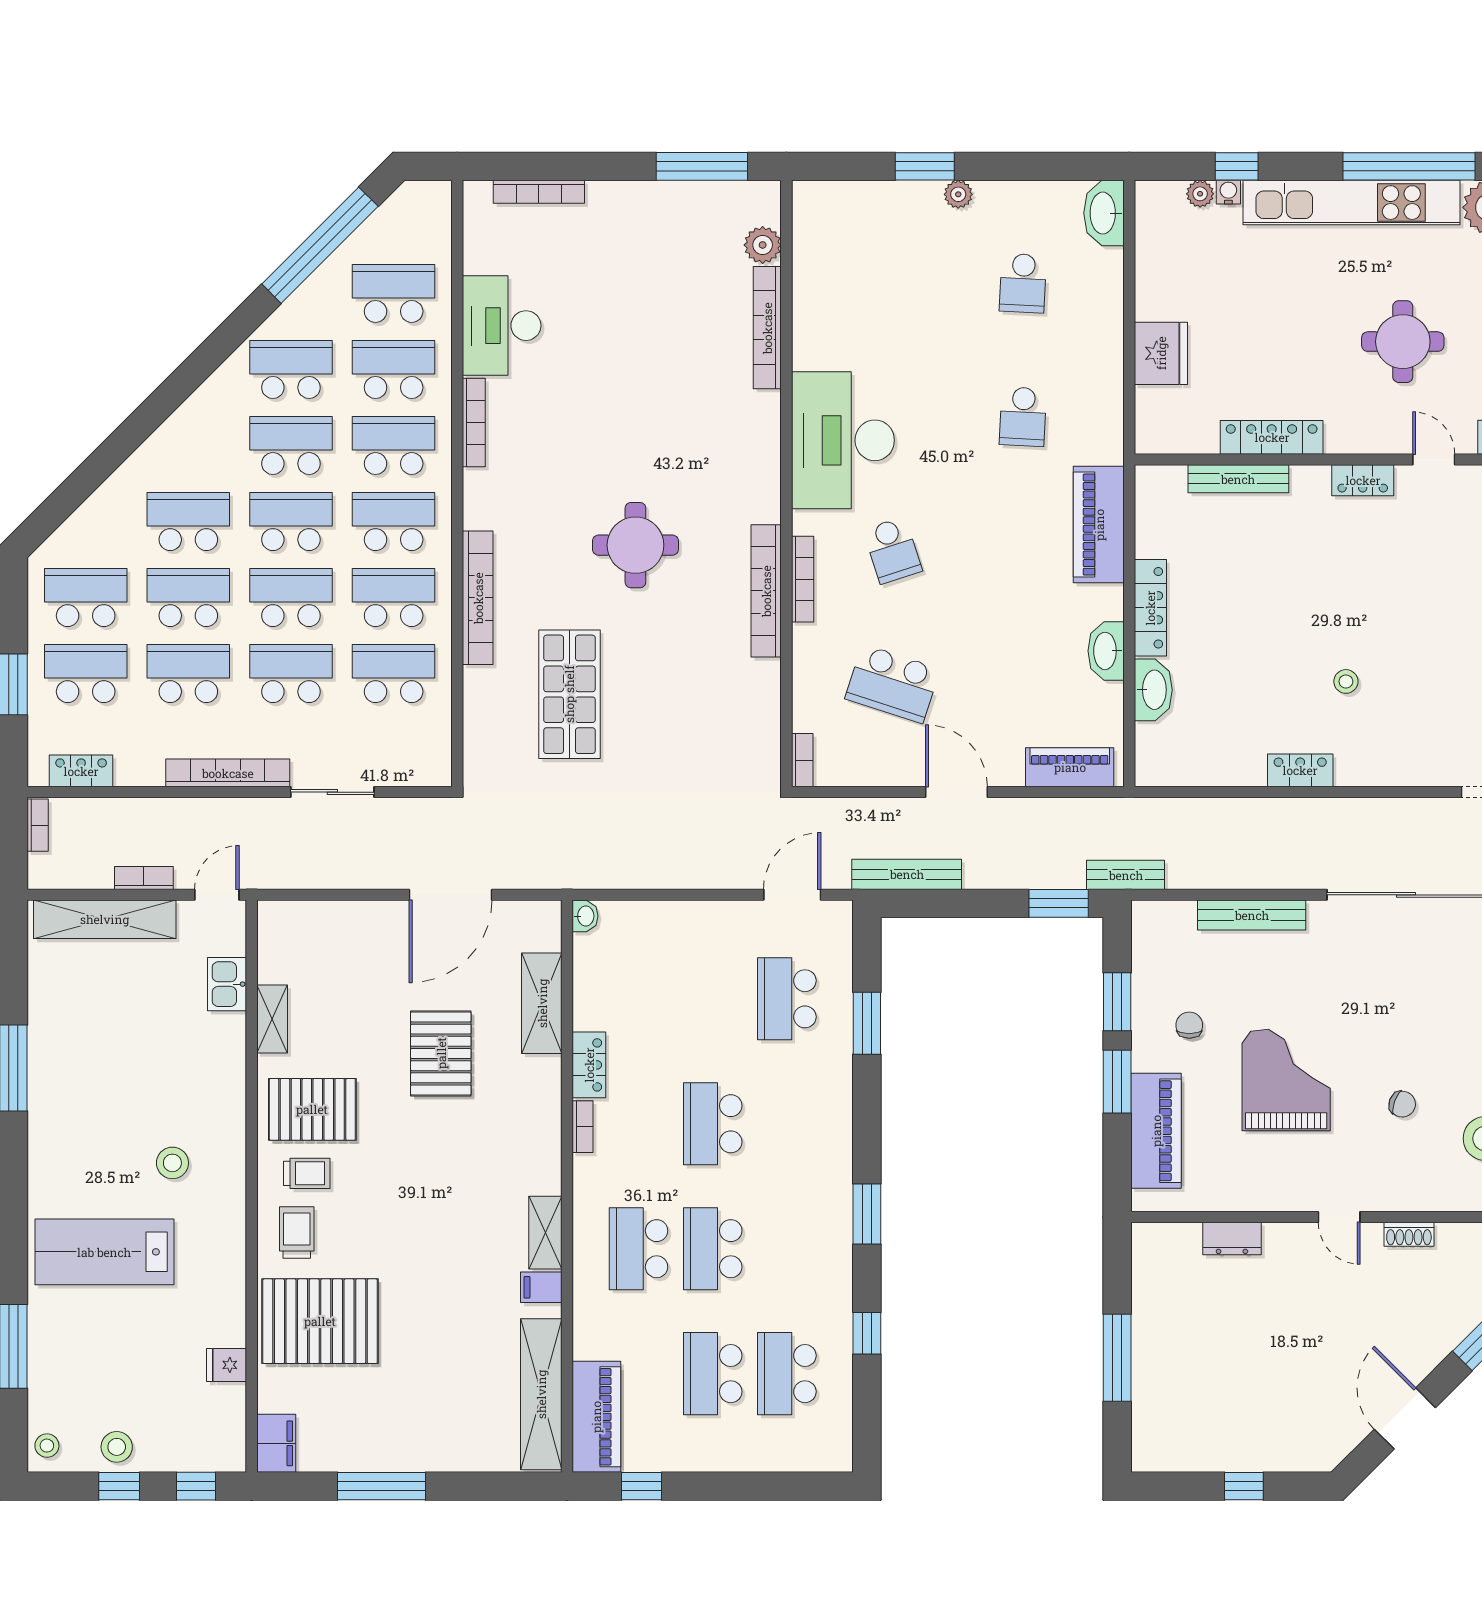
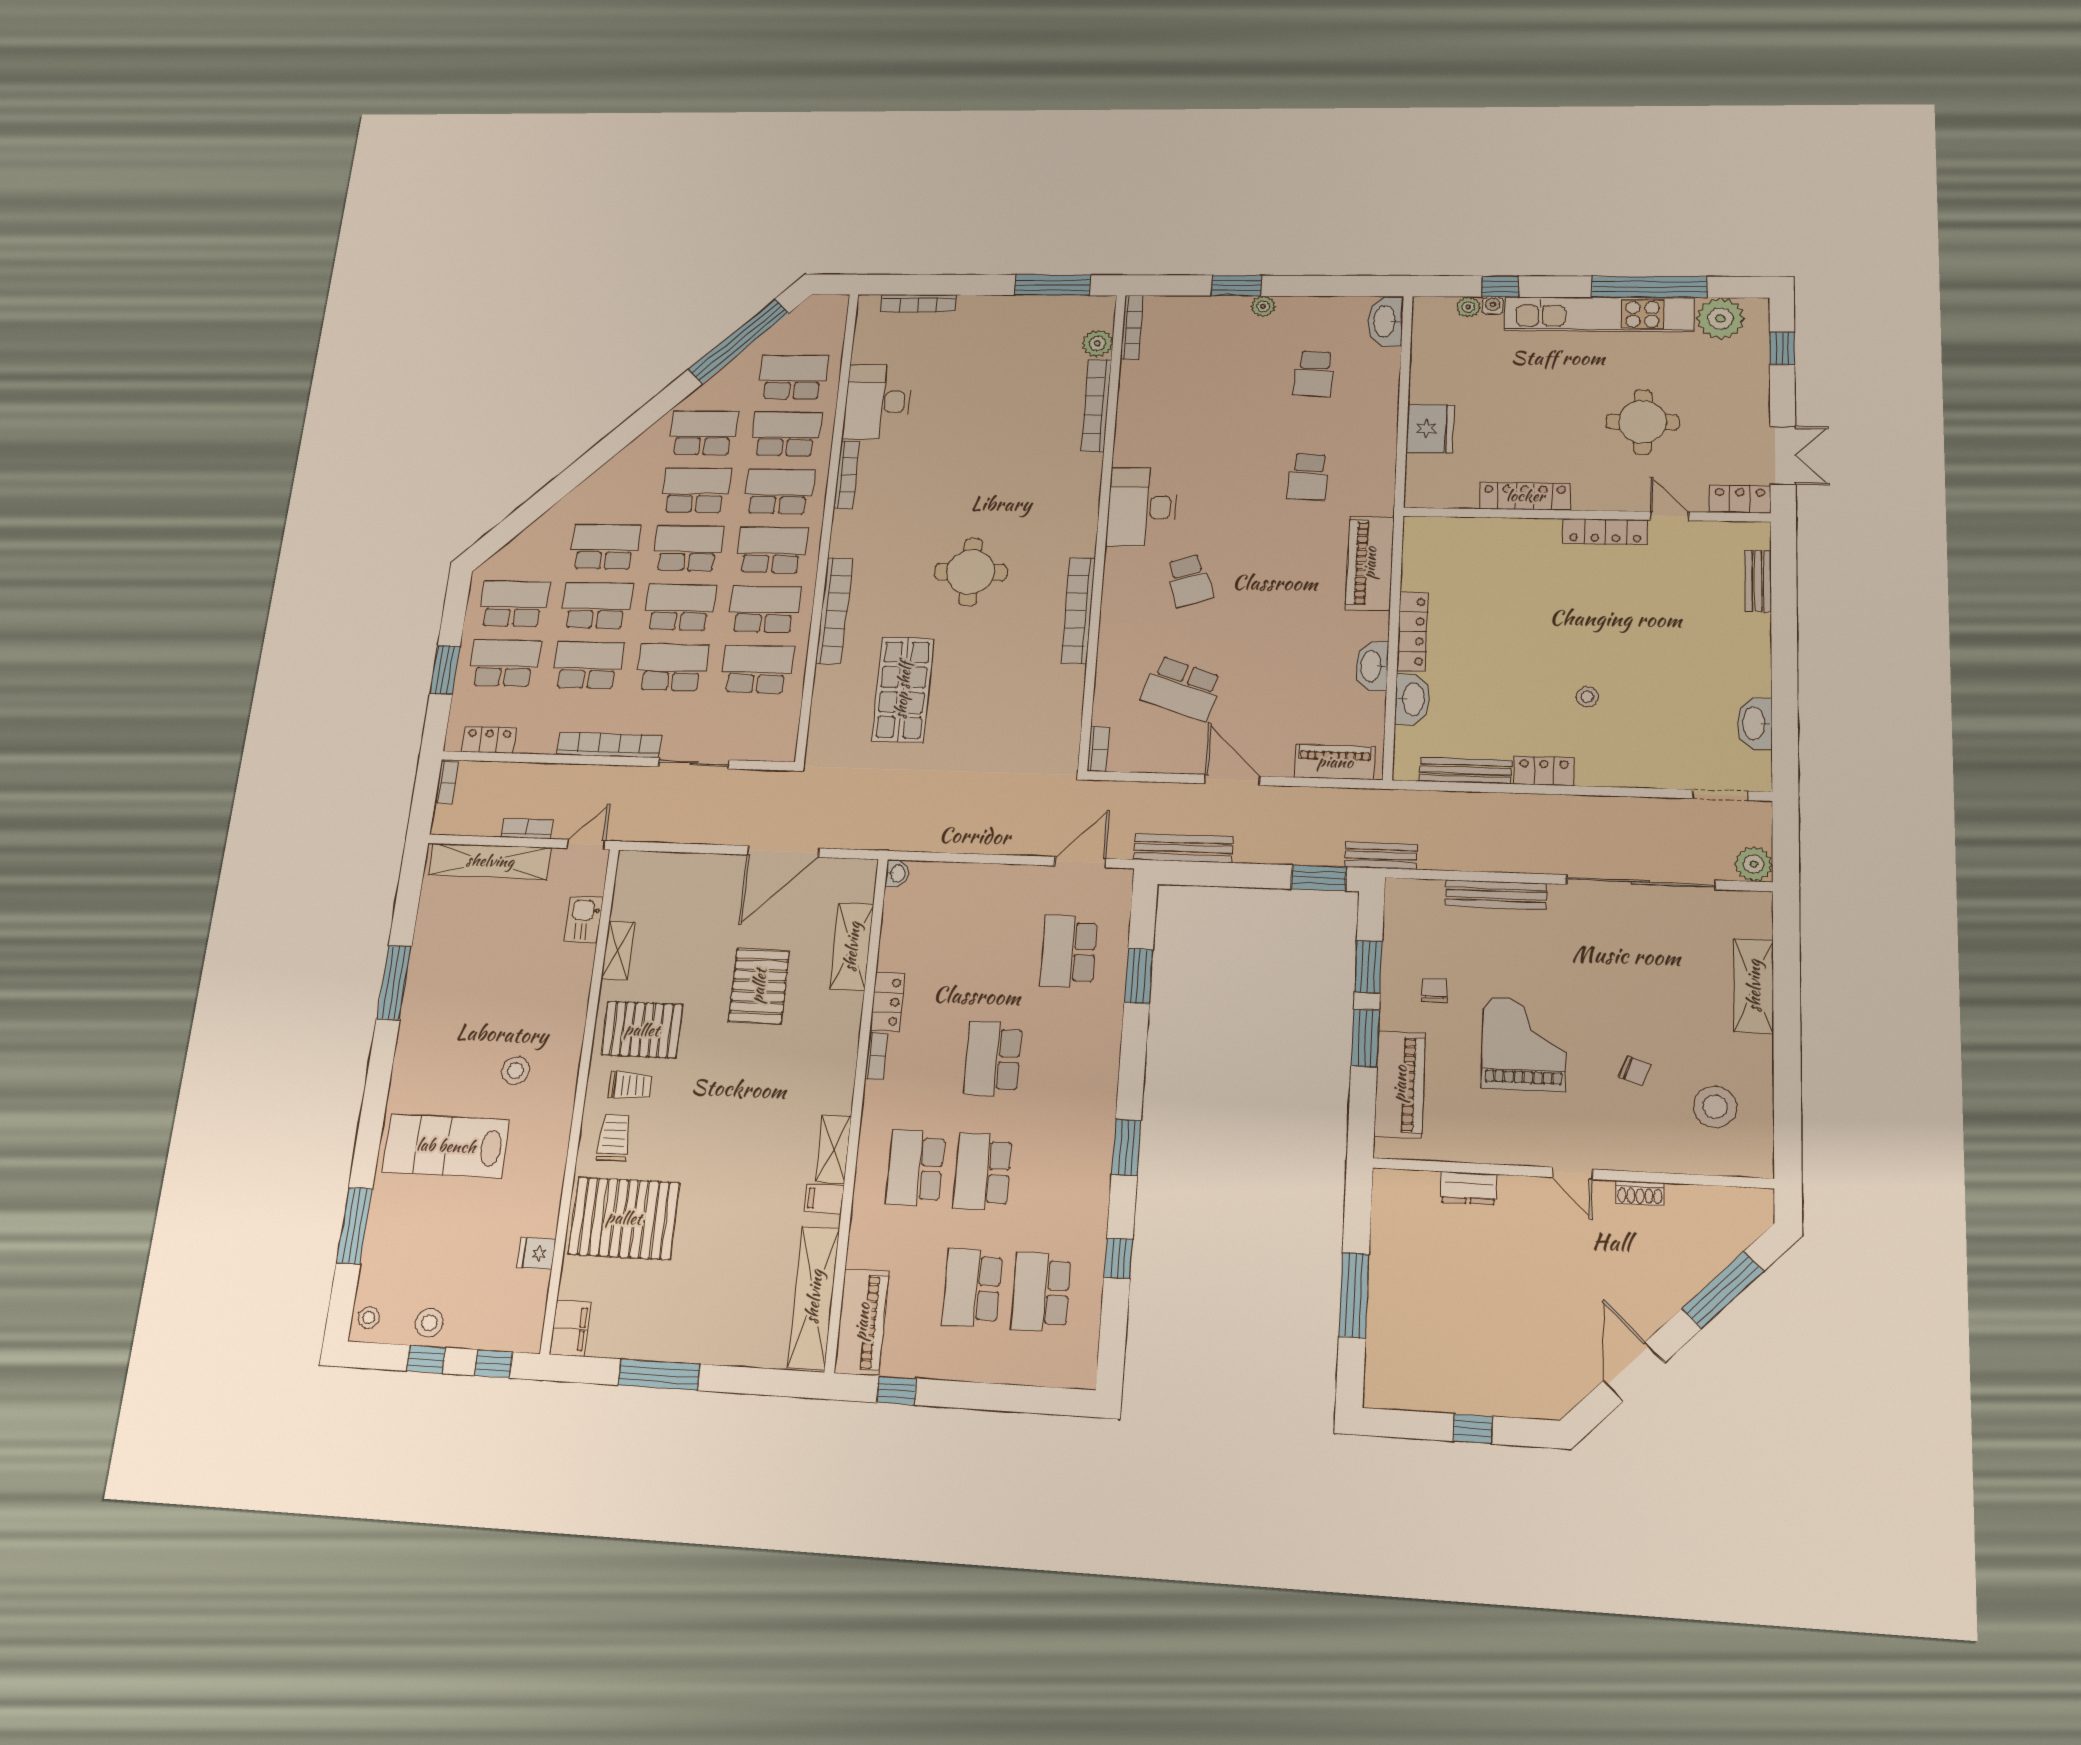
desk: (843, 440) -> (1142, 507), width x0.73, depth x0.77
bench: (1238, 479) -> (1466, 771), moved
locker: (1363, 480) -> (1605, 532), width x1.53
bookcase: (803, 579) -> (1132, 327), moved

